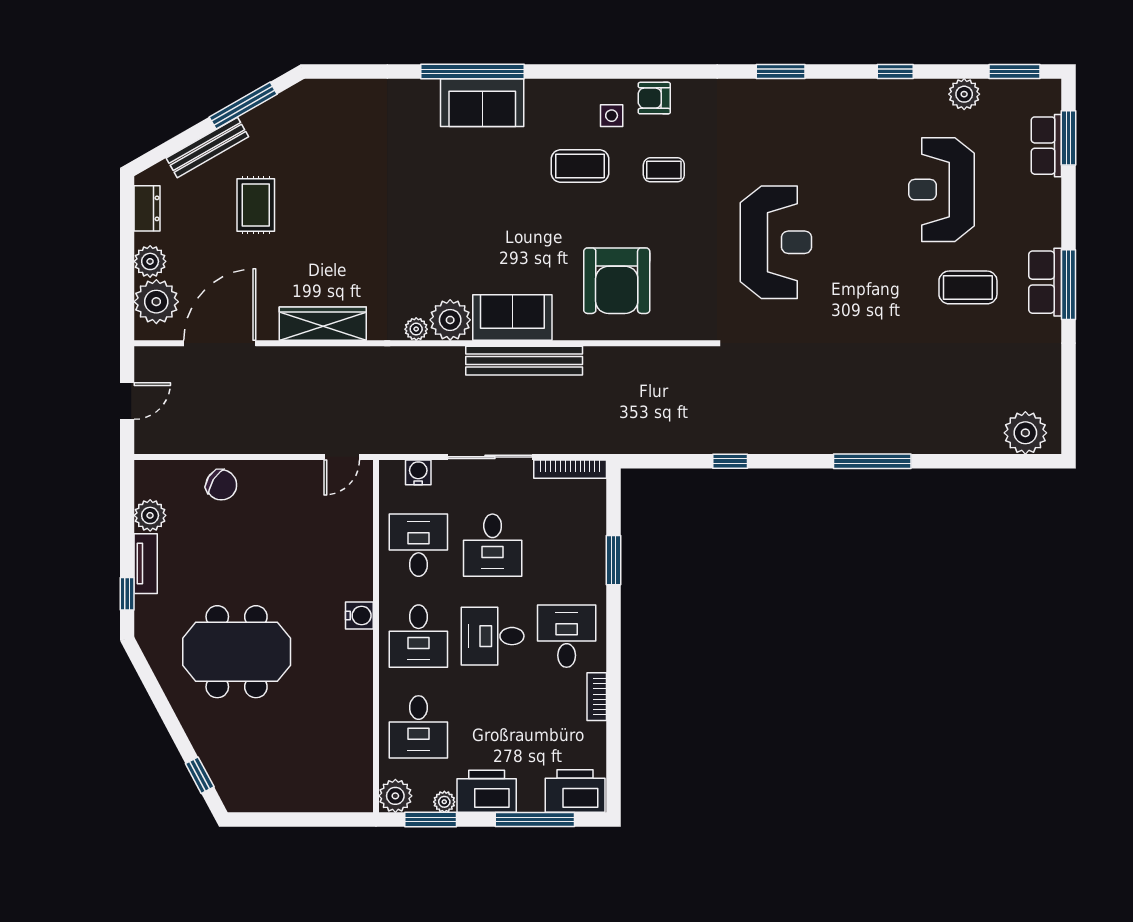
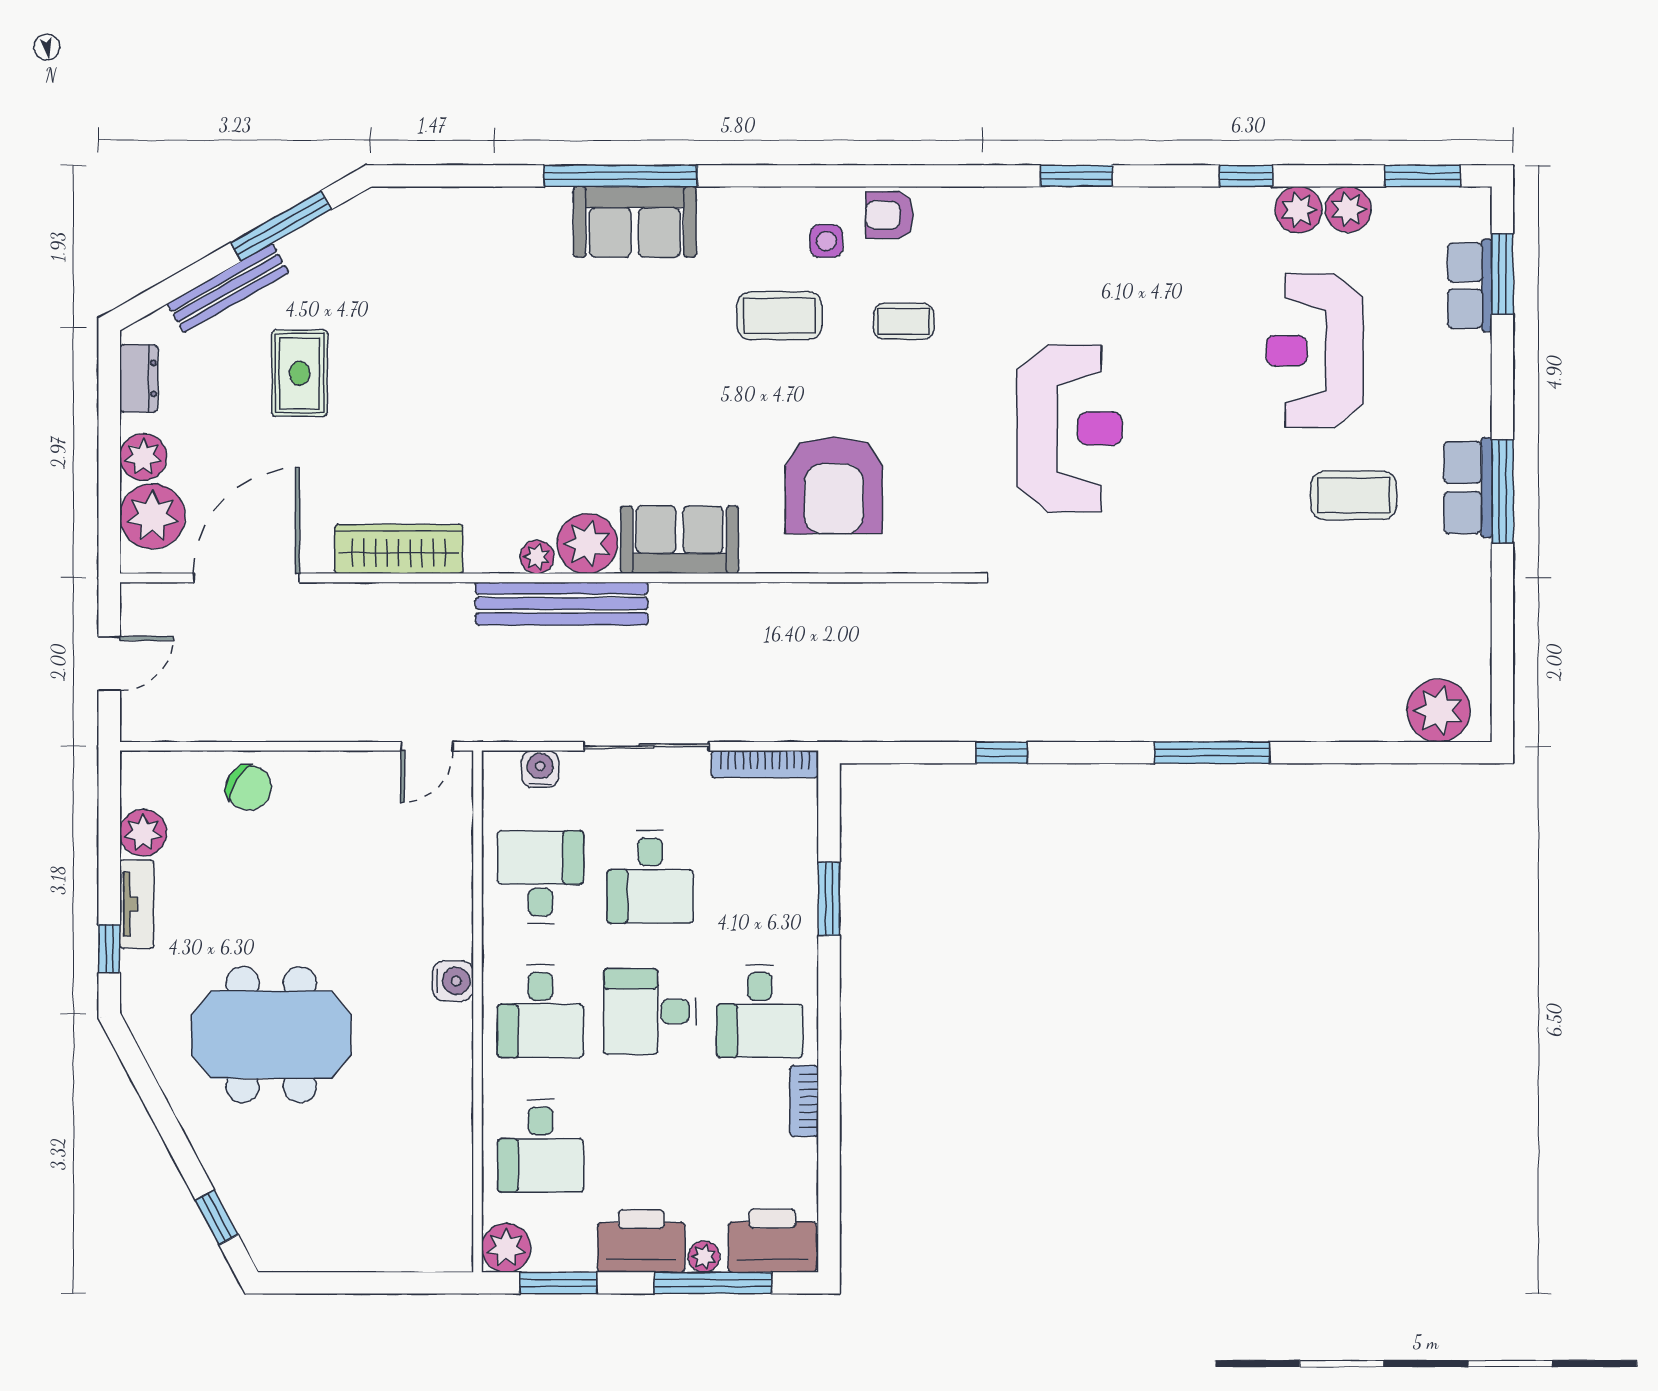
plant: (931, 94) -> (1299, 210), added
bench: (524, 361) -> (562, 604), moved
desk: (567, 636) -> (760, 1011), turned 180
plant: (444, 802) -> (704, 1257), moved

